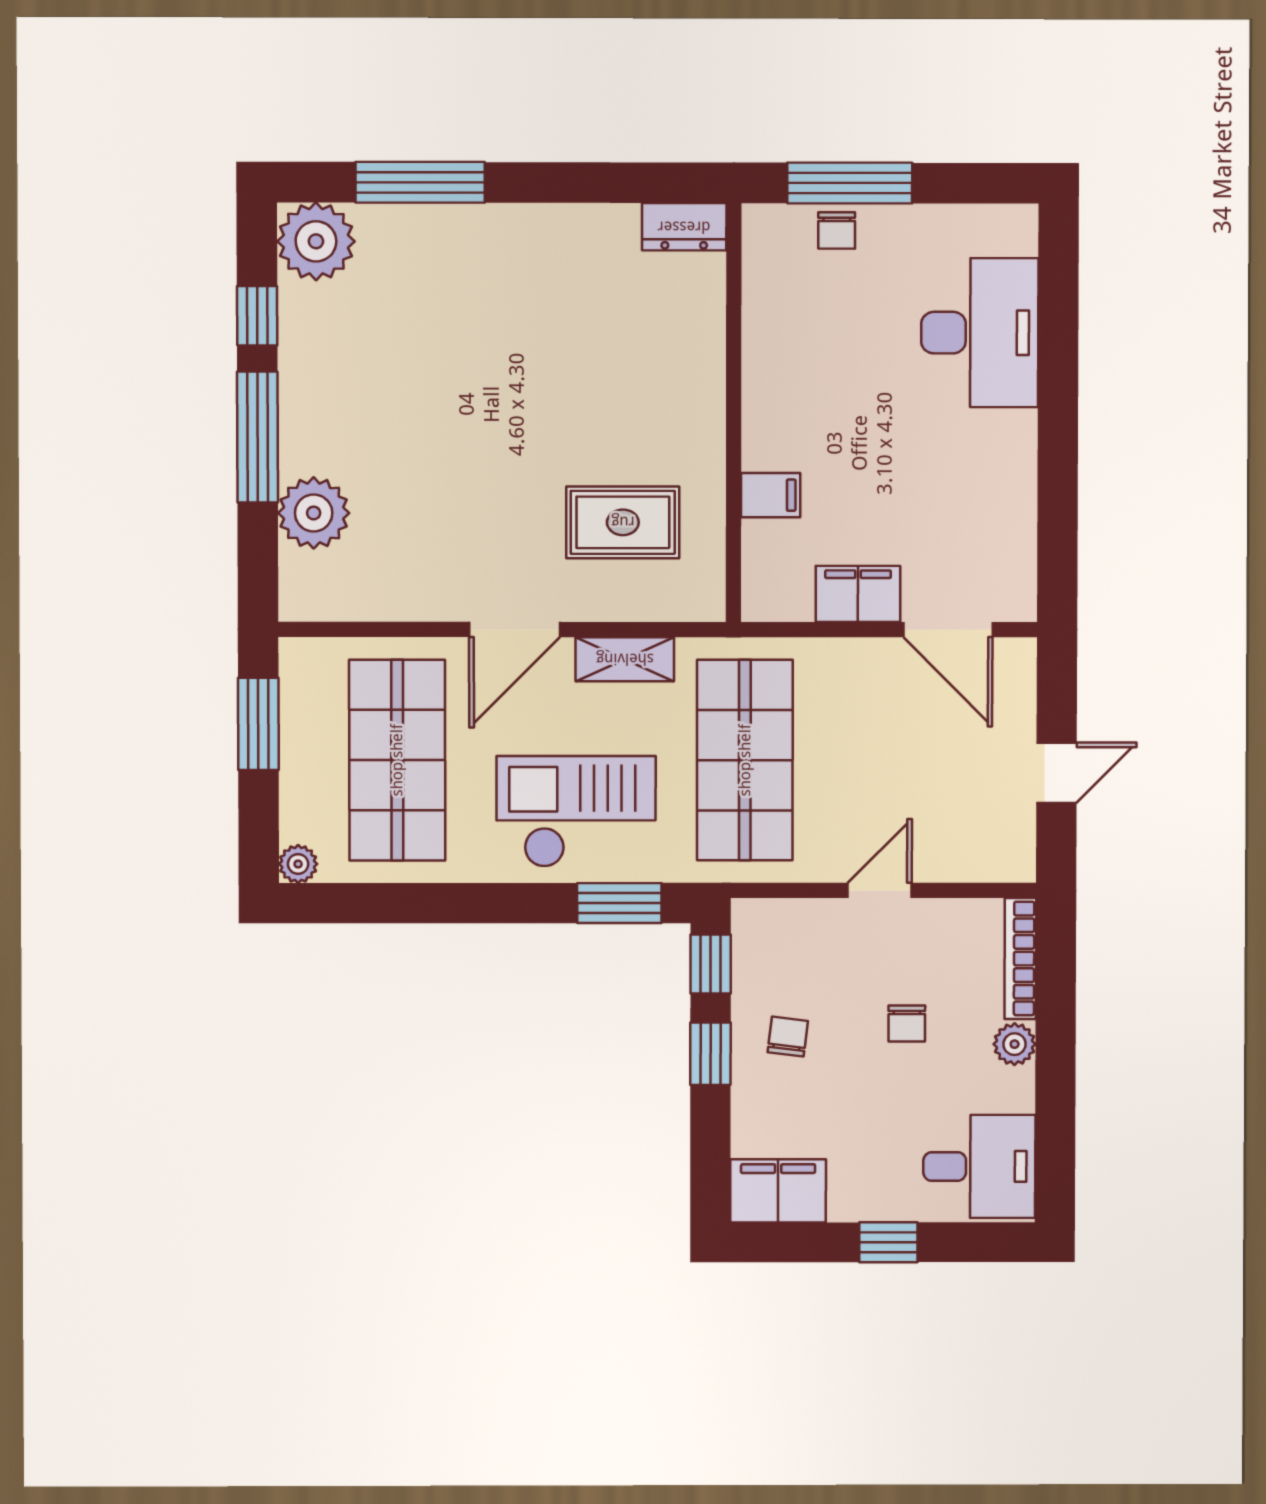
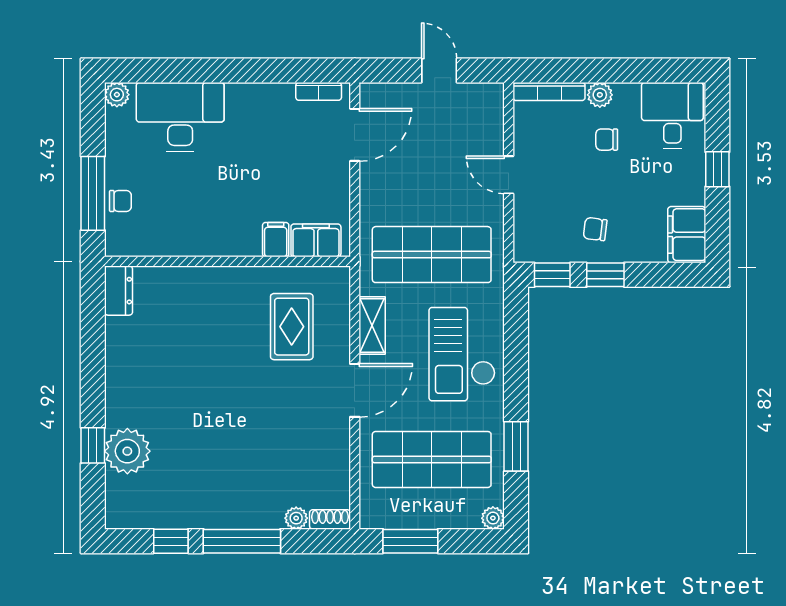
window: (420, 182) -> (93, 445), width x0.46
plant: (1018, 225) -> (117, 95), added
plant: (316, 241) -> (127, 451), moved
plant: (314, 513) -> (296, 518), width x0.53, depth x0.53
bookcase: (1022, 568) -> (319, 91), added
shoe rack: (295, 587) -> (330, 519), added
filing cabinet: (858, 594) -> (316, 240), moved, turned 90
door: (515, 629) -> (355, 390), hinge flipped
window: (619, 903) -> (516, 446), moved
chair: (907, 1023) -> (607, 140), moved, turned 180

